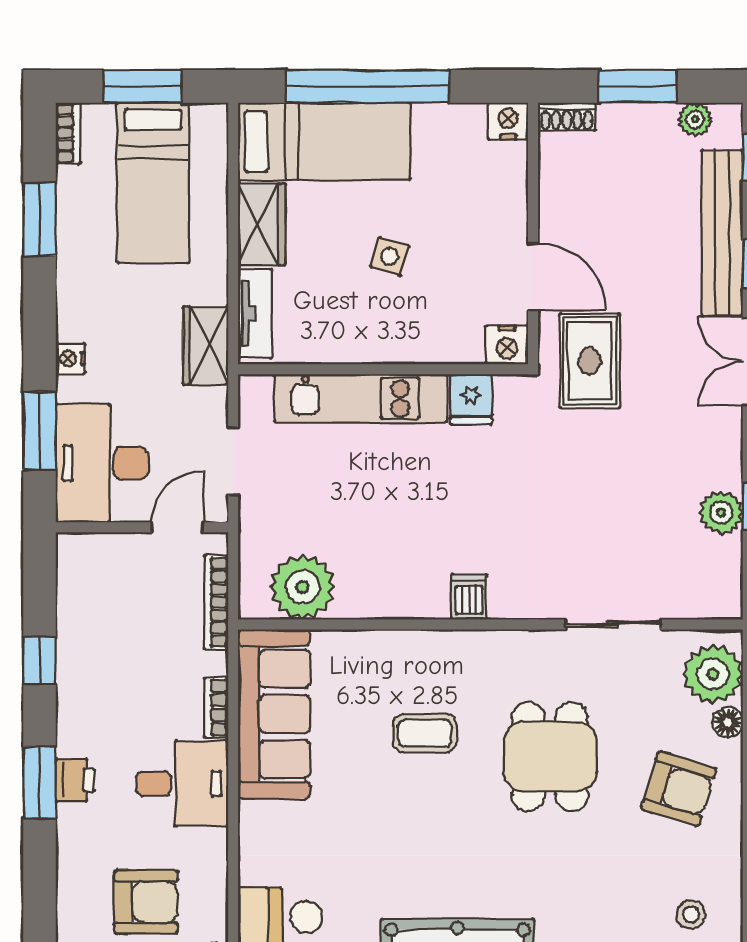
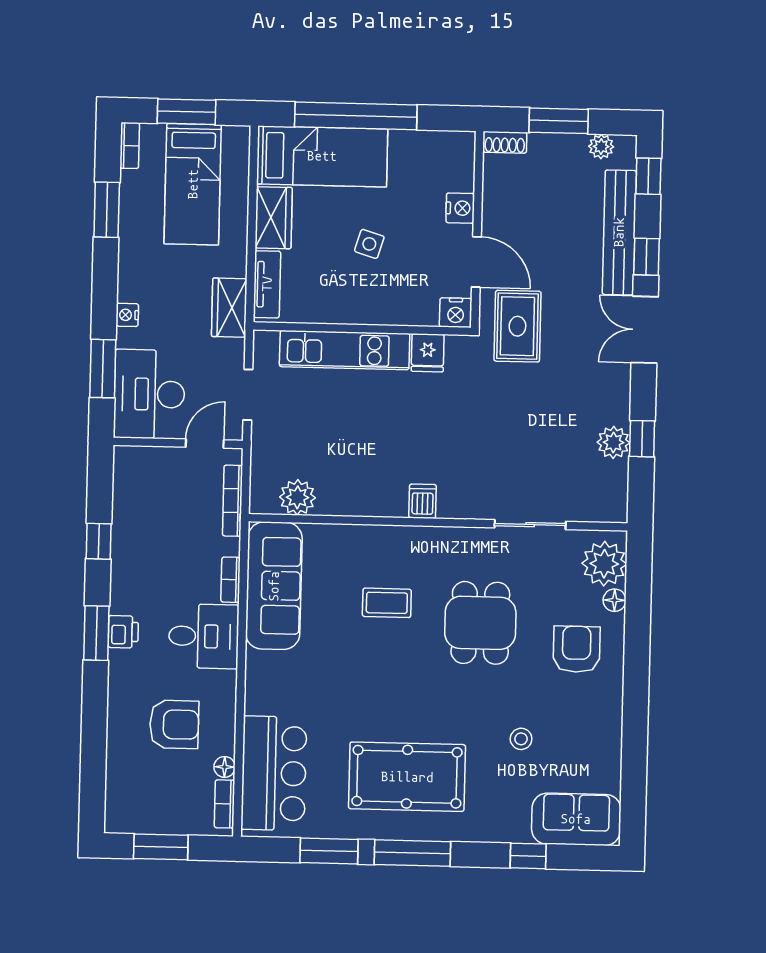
nightstand: (508, 121) -> (460, 208), moved, turned 90
plant: (303, 587) -> (297, 497), width x0.73, depth x0.73
armchair: (679, 789) -> (577, 649), turned -107
stool: (691, 914) -> (521, 739), moved

